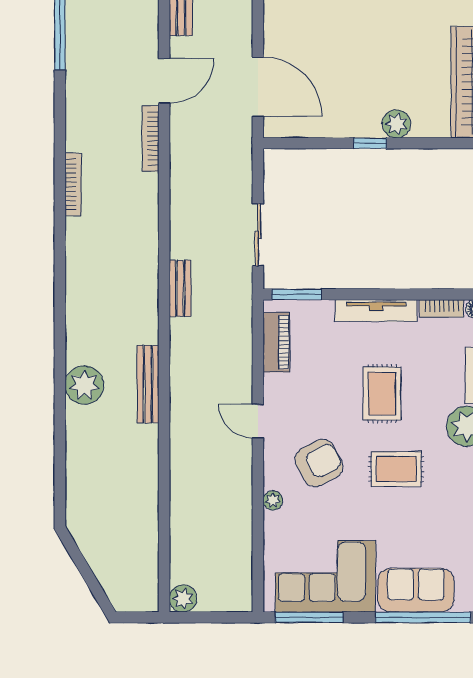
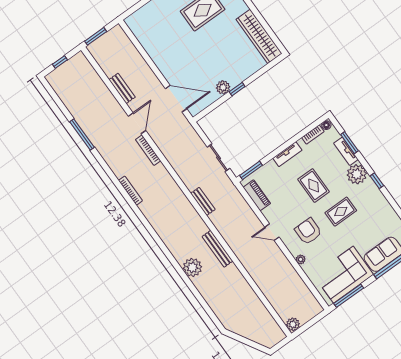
plant: (396, 124) -> (223, 87), moved
tv unit: (376, 311) -> (287, 154), width x0.71
armchair: (319, 463) -> (308, 231), turned -62

